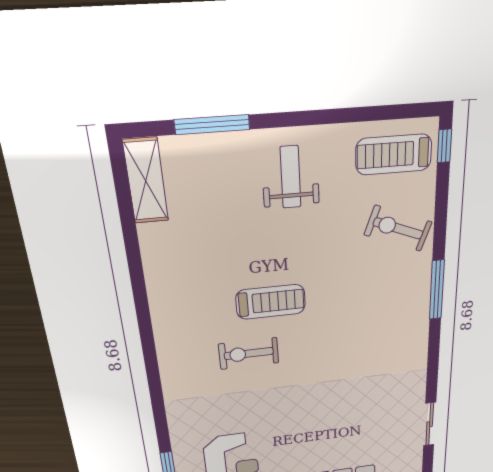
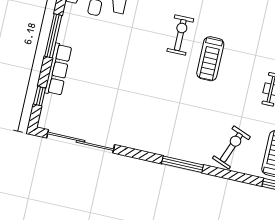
sliding door: (430, 424) -> (81, 141), width x1.86

